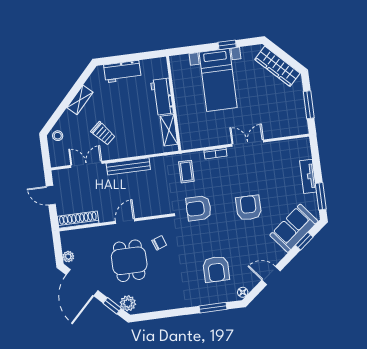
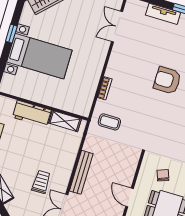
trolley: (103, 133) -> (41, 182), turned -49
double door: (248, 143) -> (117, 27), moved
armchair: (199, 208) -> (148, 126), removed

